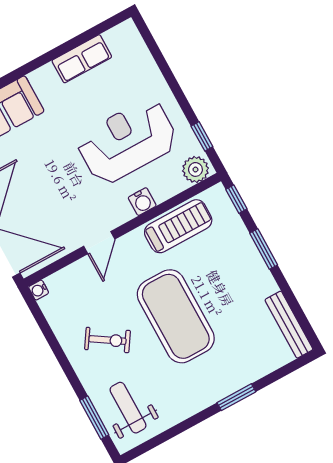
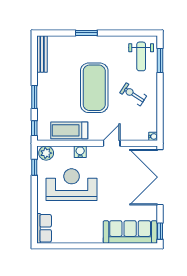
row of seats: (82, 59) -> (44, 228), moved, turned 90
reception desk: (127, 141) -> (72, 185), turned 180

